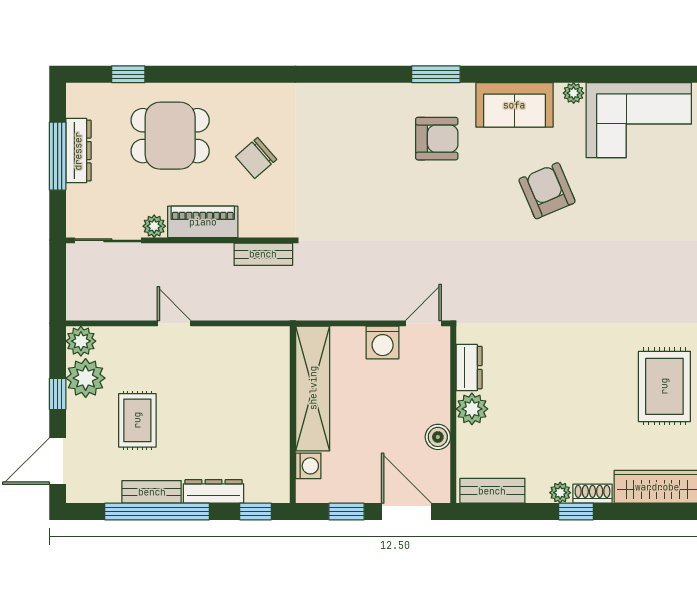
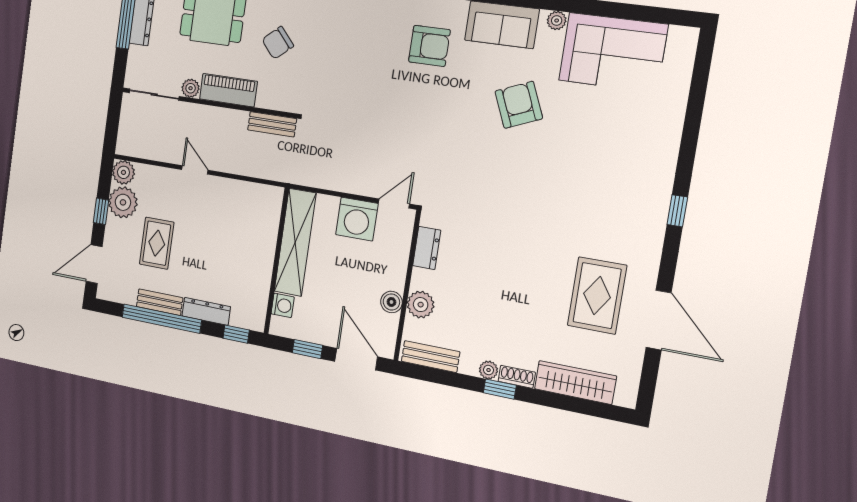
washing machine: (383, 342) -> (357, 219), width x1.37, depth x1.37
plant: (472, 409) -> (421, 305), moved

